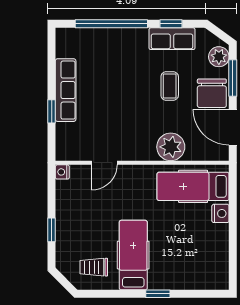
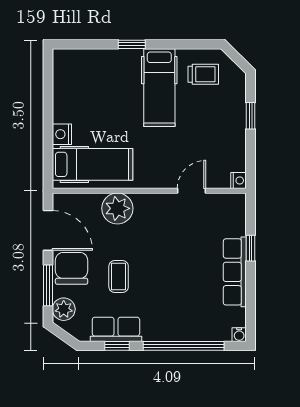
water cooler: (62, 34) -> (239, 335), added

